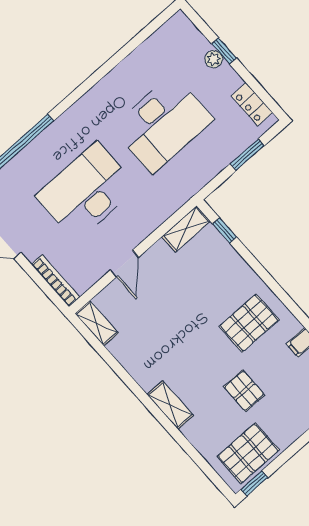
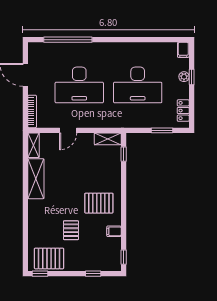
filing cabinet: (182, 25) -> (183, 50), added
desk: (86, 192) -> (79, 85), turned 180
shelving: (170, 405) -> (36, 179), moved, width x1.50, depth x1.33

